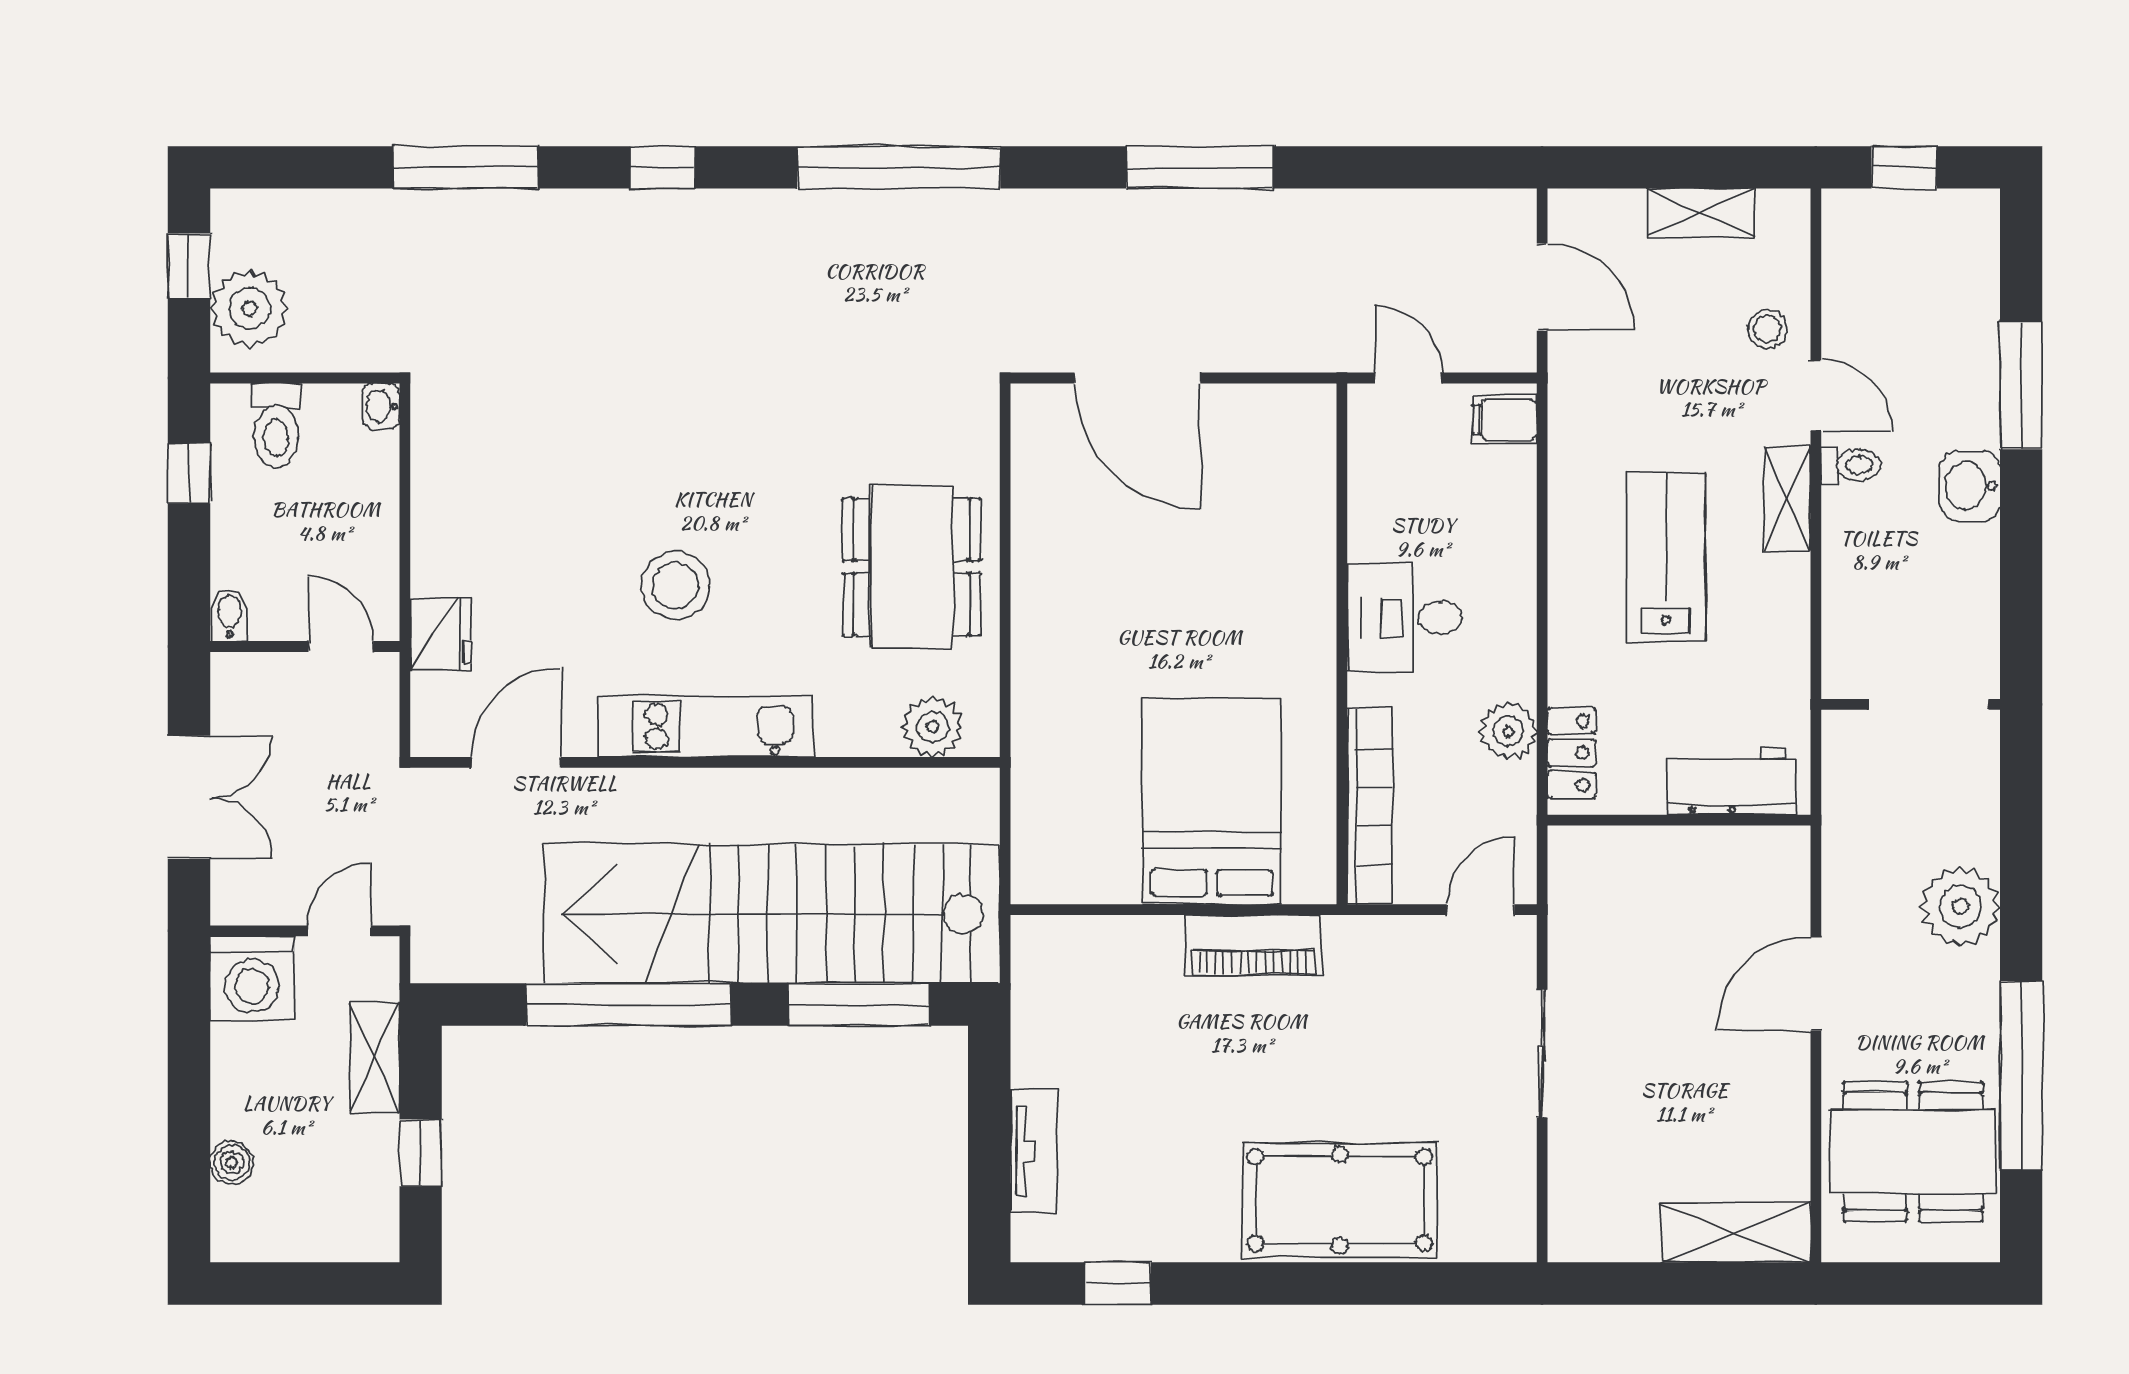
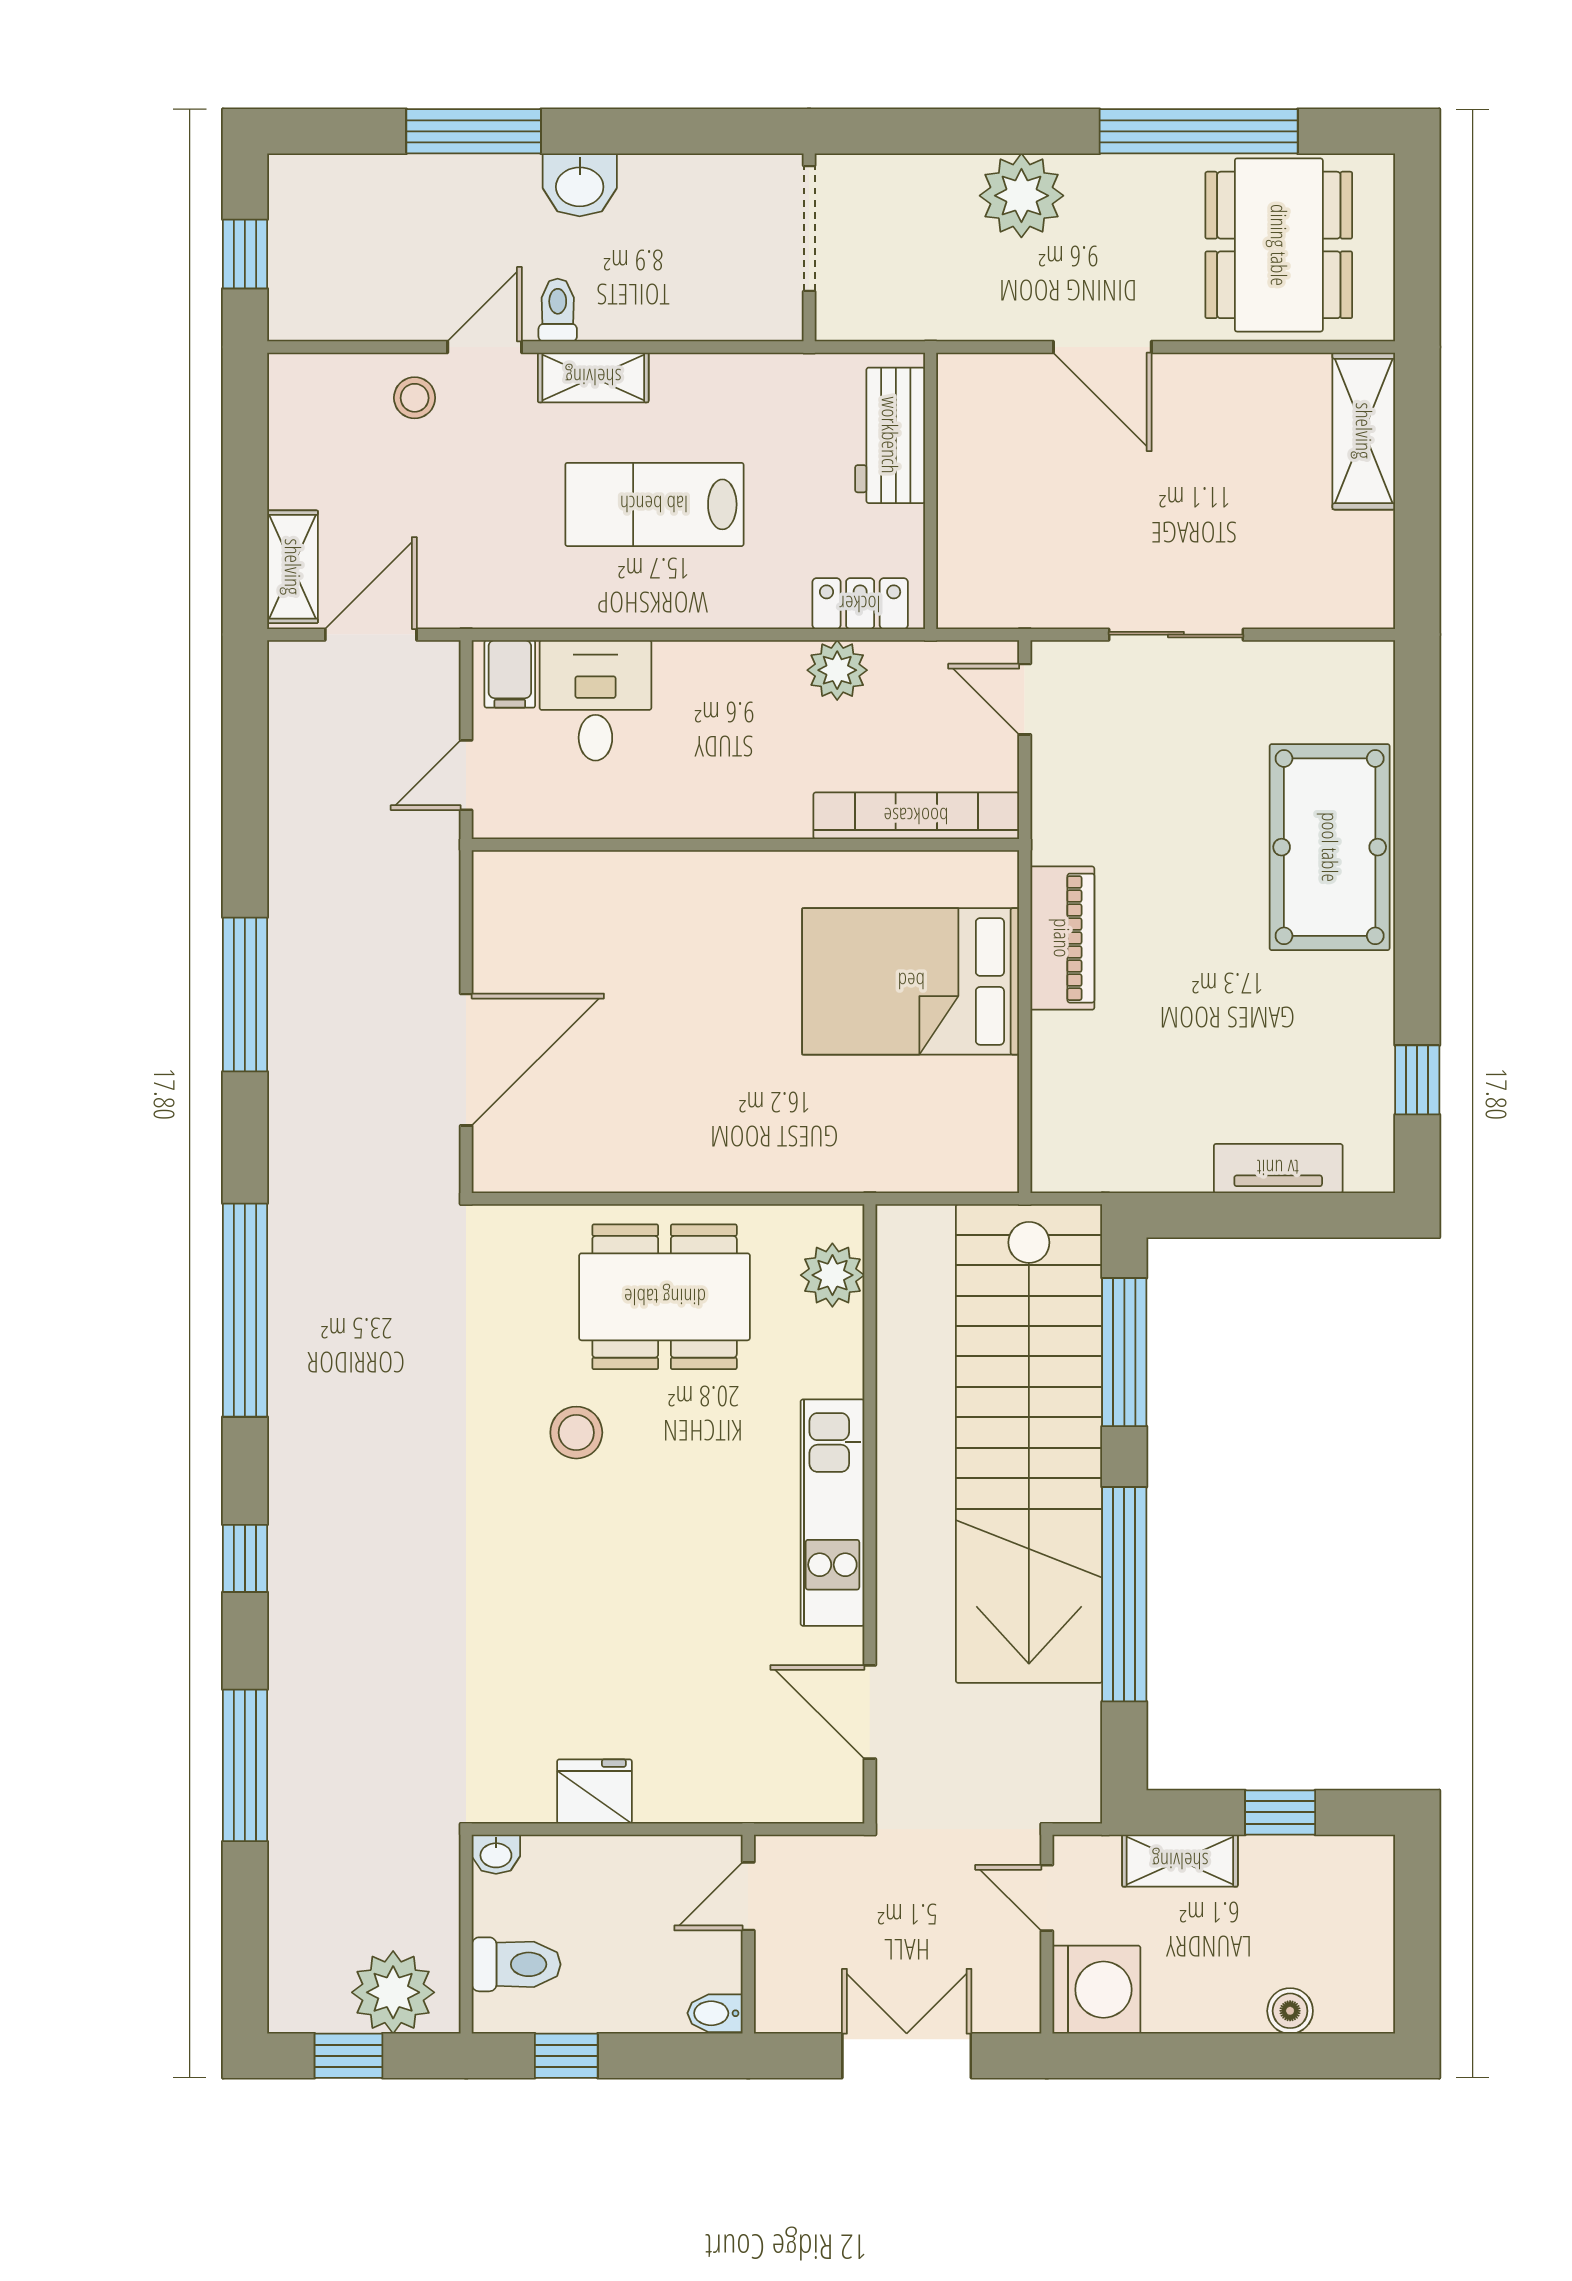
shelving: (1701, 213) -> (293, 567), moved
stool: (675, 585) -> (576, 1433), moved, width x0.73, depth x0.73
desk: (1405, 618) -> (595, 700), moved, turned 180
fridge: (441, 634) -> (594, 1791), moved

